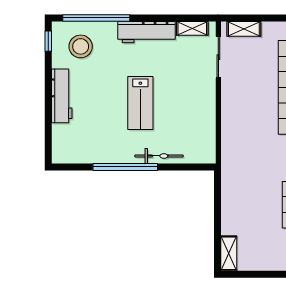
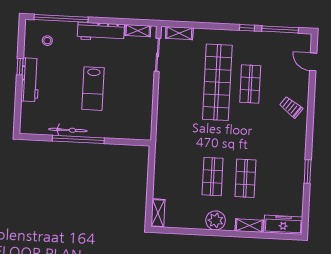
window: (48, 41) -> (20, 67), moved
stool: (81, 46) -> (47, 41), width x0.53, depth x0.53
bicycle: (159, 156) -> (68, 130), moved

